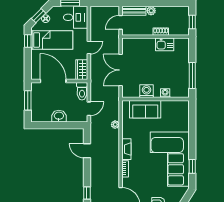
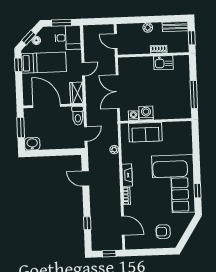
bench: (134, 11) -> (175, 27), moved
door: (121, 22) -> (116, 41), hinge flipped
washing machine: (165, 93) -> (133, 116), moved
washbasin: (59, 116) -> (32, 144), moved

